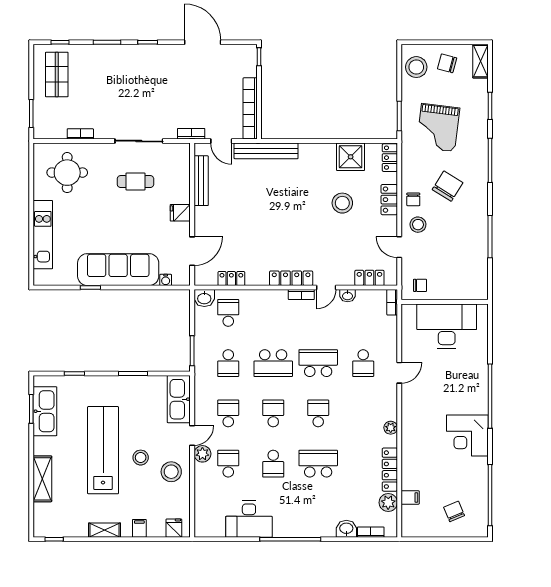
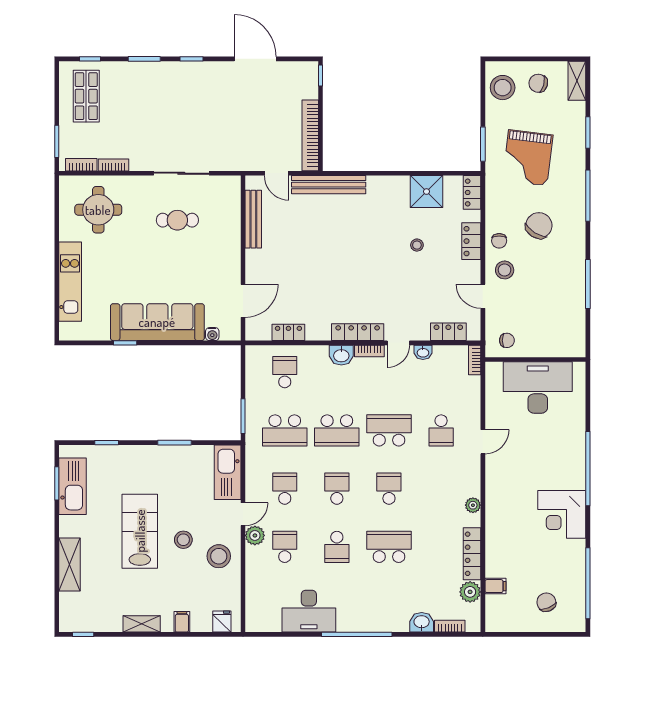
bookcase: (191, 134) -> (81, 165), moved
stool: (342, 203) -> (417, 245), width x0.53, depth x0.53
fridge: (180, 213) -> (229, 256), removed
washbasin: (204, 298) -> (341, 355), moved
school desk: (228, 363) -> (285, 430), width x1.85
lab bench: (103, 450) -> (140, 531), width x0.73

